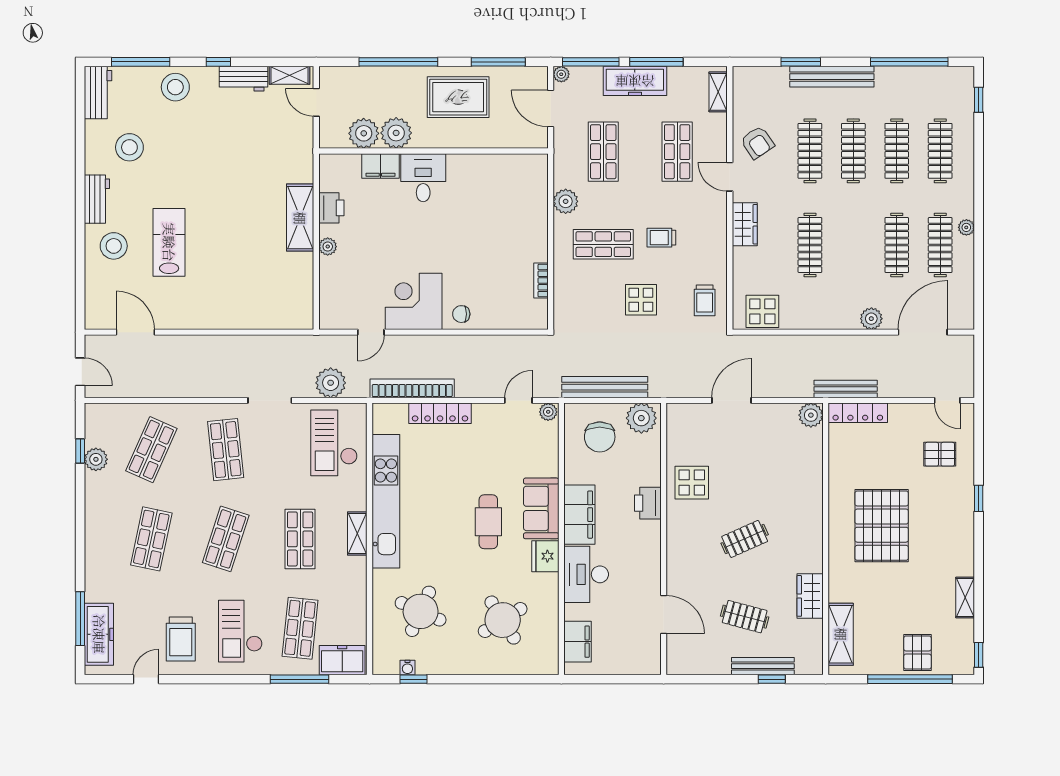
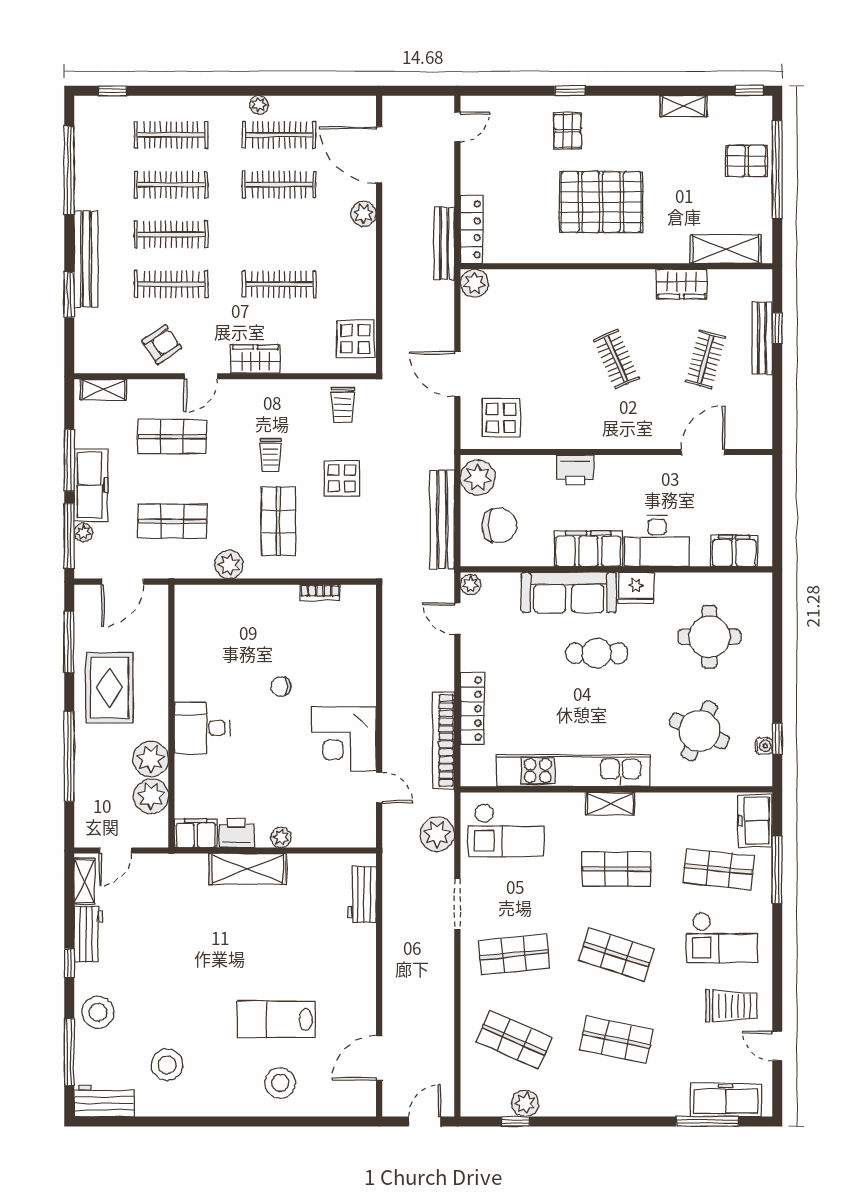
plant: (561, 74) -> (83, 532), moved
filing cabinet: (380, 166) -> (196, 833), moved, turned -90
workbench: (97, 199) -> (362, 894), moved, turned -90
trolley: (705, 300) -> (343, 405), turned 90
chair: (461, 314) -> (281, 686), moved, turned 90
pallet: (940, 454) -> (568, 131), moved
display table: (692, 483) -> (501, 418), moved
sofa: (541, 508) -> (569, 593), width x1.36
round table: (503, 620) -> (709, 637), turned 32

